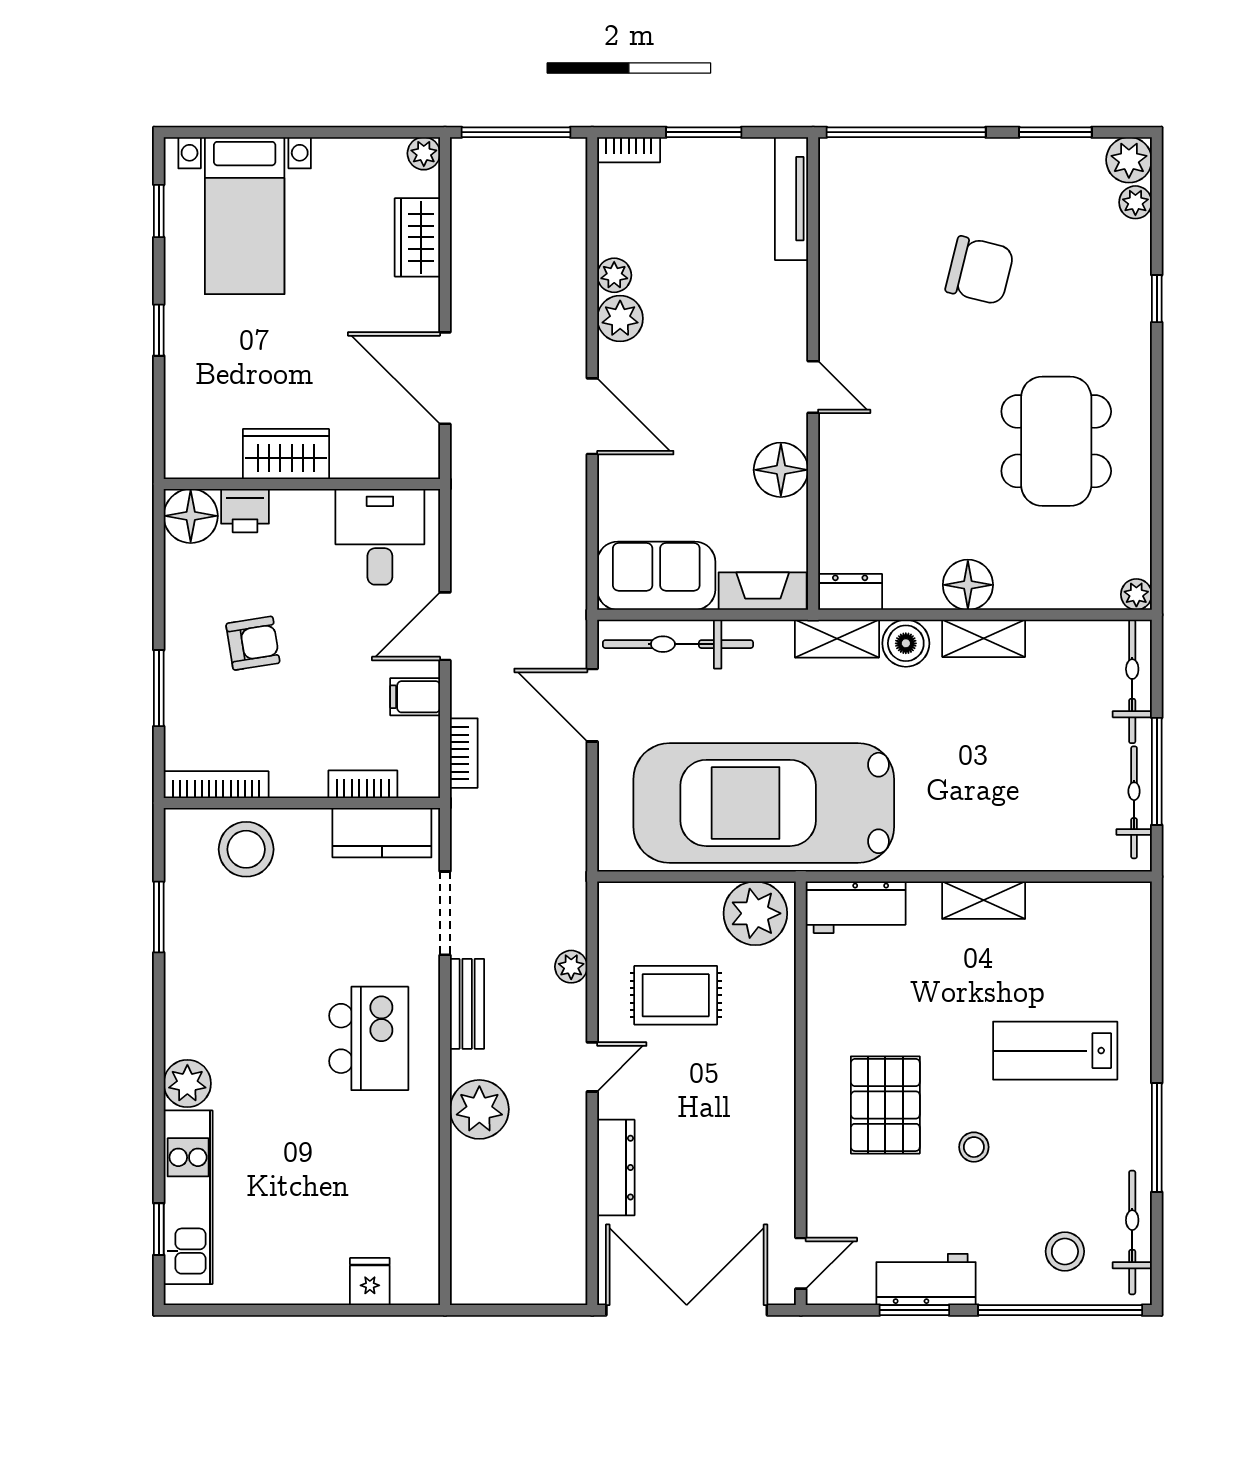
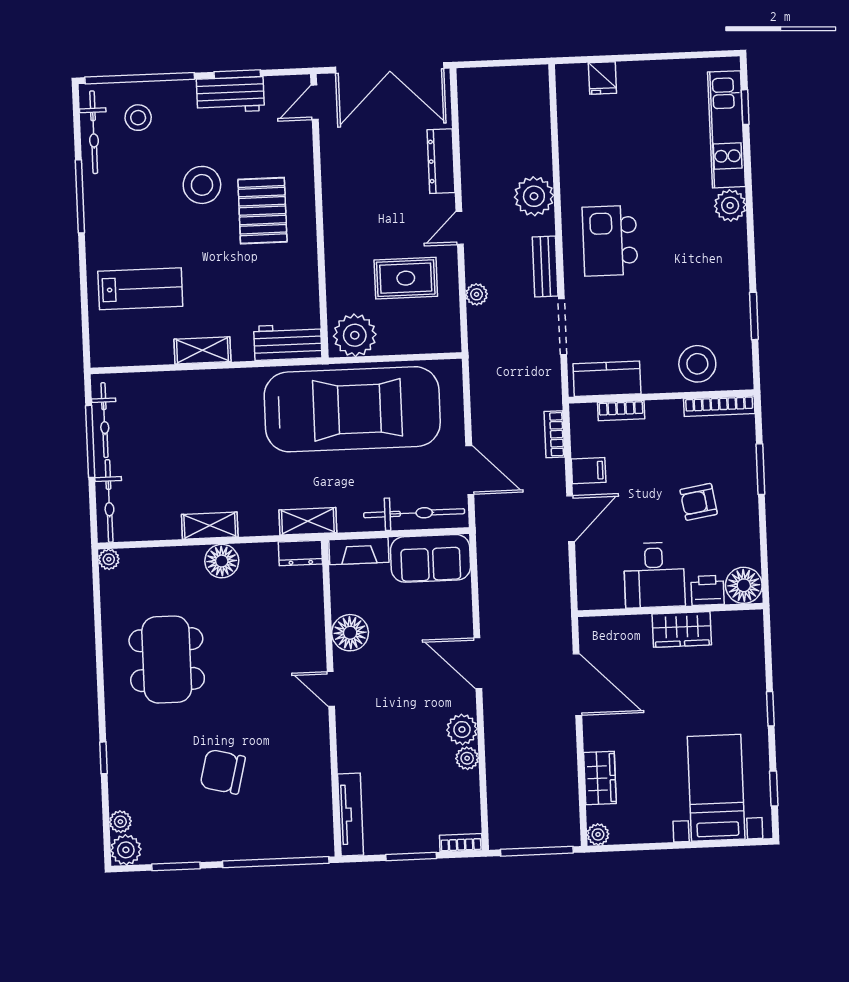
desk: (380, 537) -> (654, 575), moved
boiler: (906, 643) -> (262, 520), removed
lab bench: (1055, 1051) -> (140, 289), moved
stool: (974, 1147) -> (202, 185), width x1.89, depth x1.89

